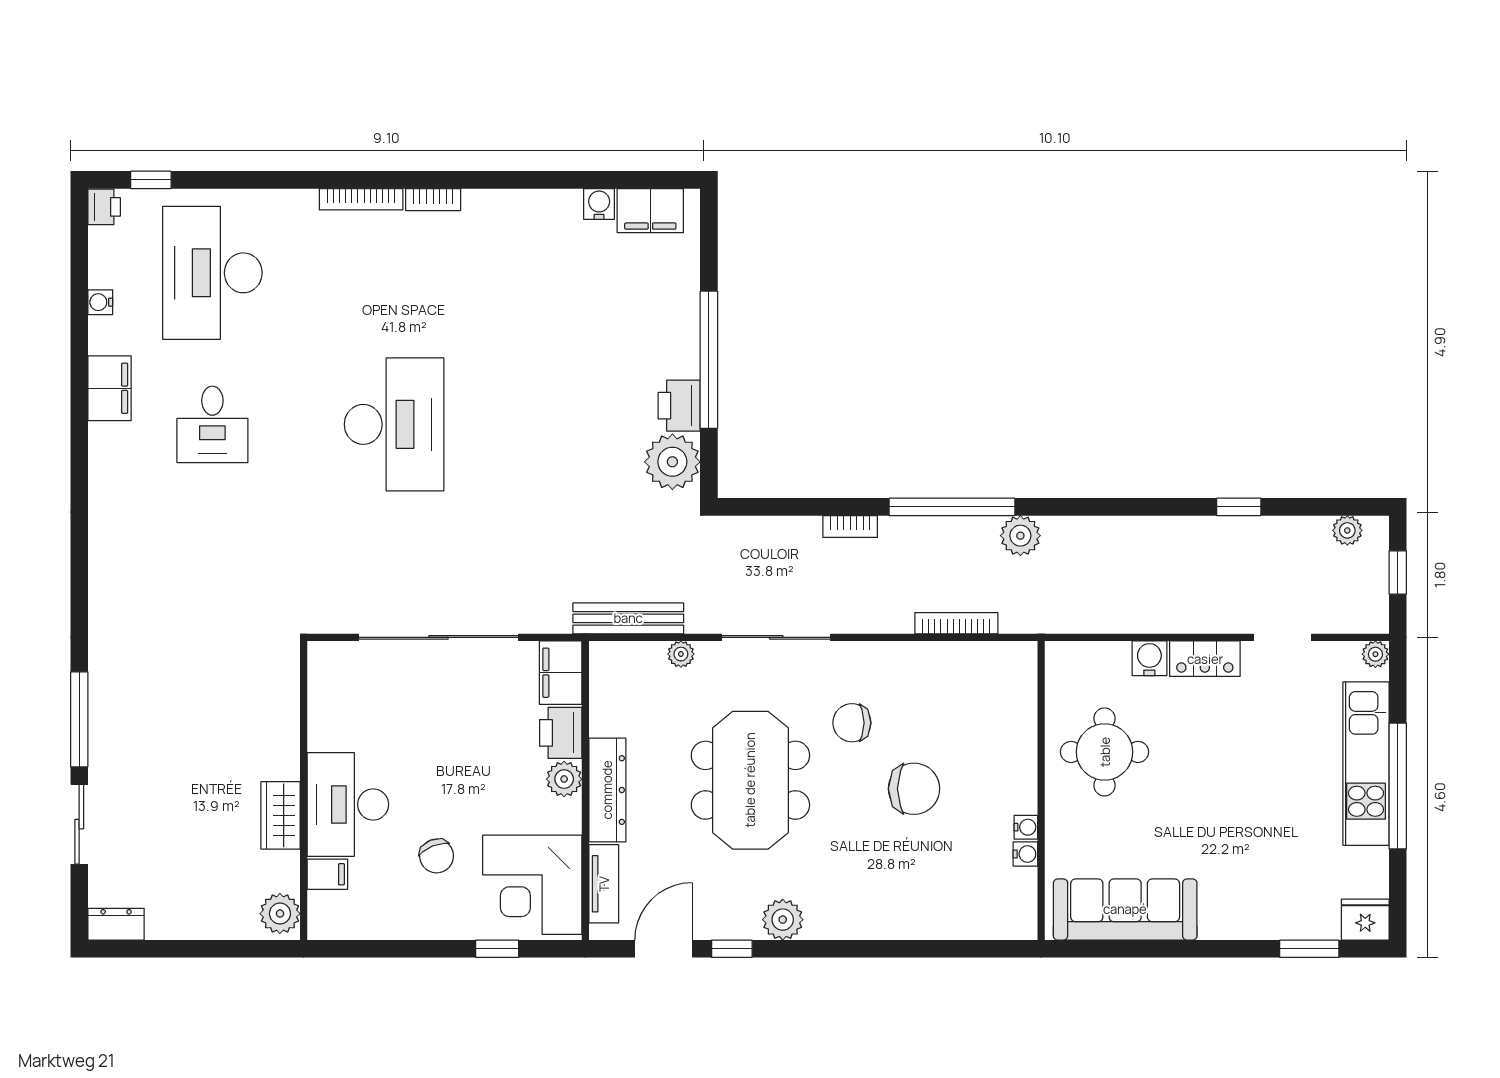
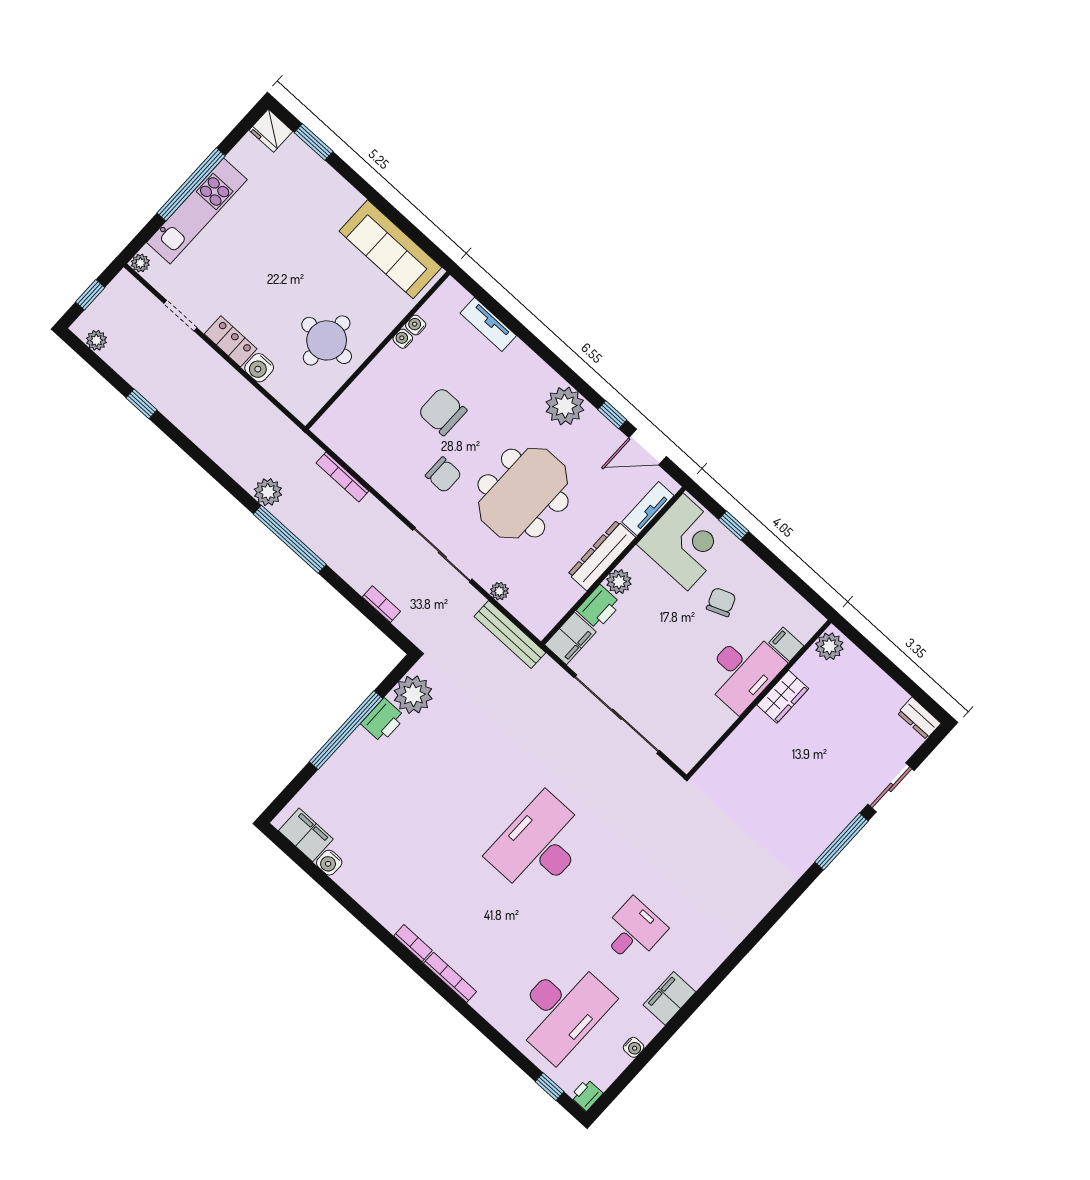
bookcase: (850, 527) -> (381, 604), moved
plant: (783, 920) -> (565, 406), width x1.36, depth x1.36
tv unit: (950, 925) -> (488, 324), added

